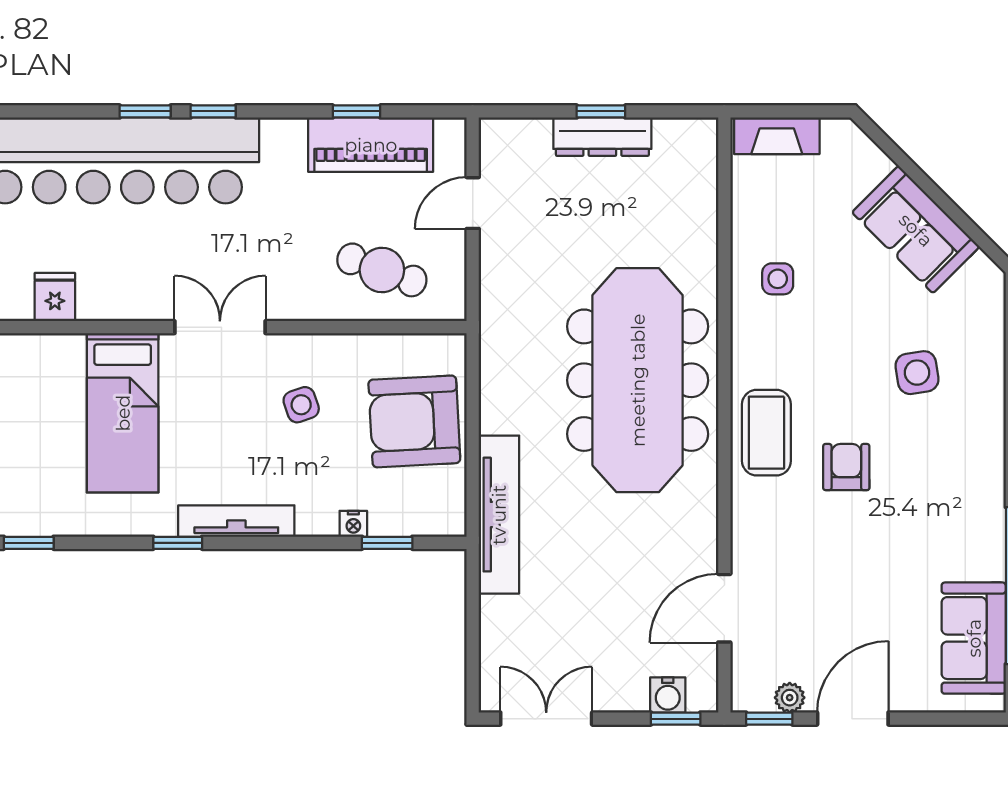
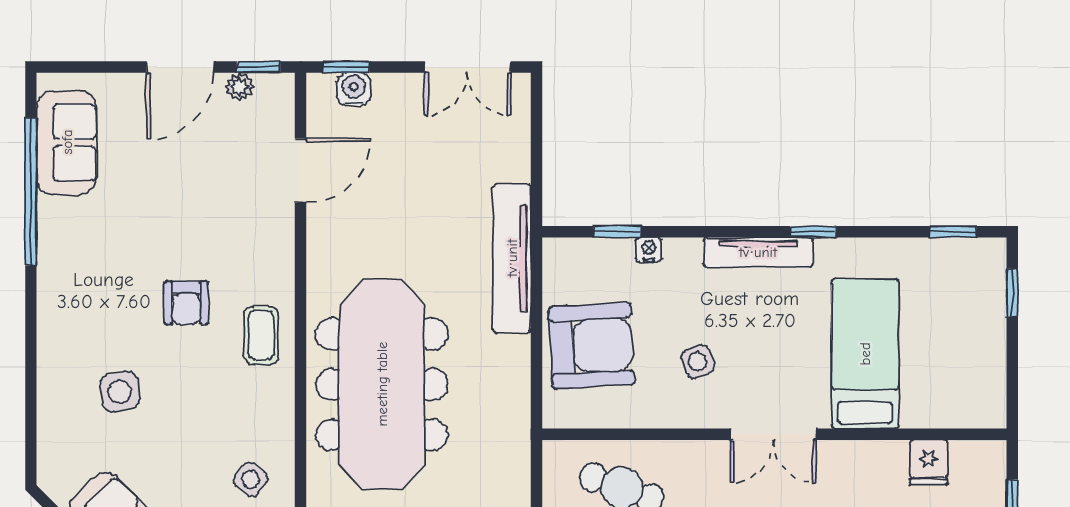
side table: (778, 279) -> (251, 479), turned 36
coffee table: (766, 433) -> (261, 335), width x0.73, depth x0.77

